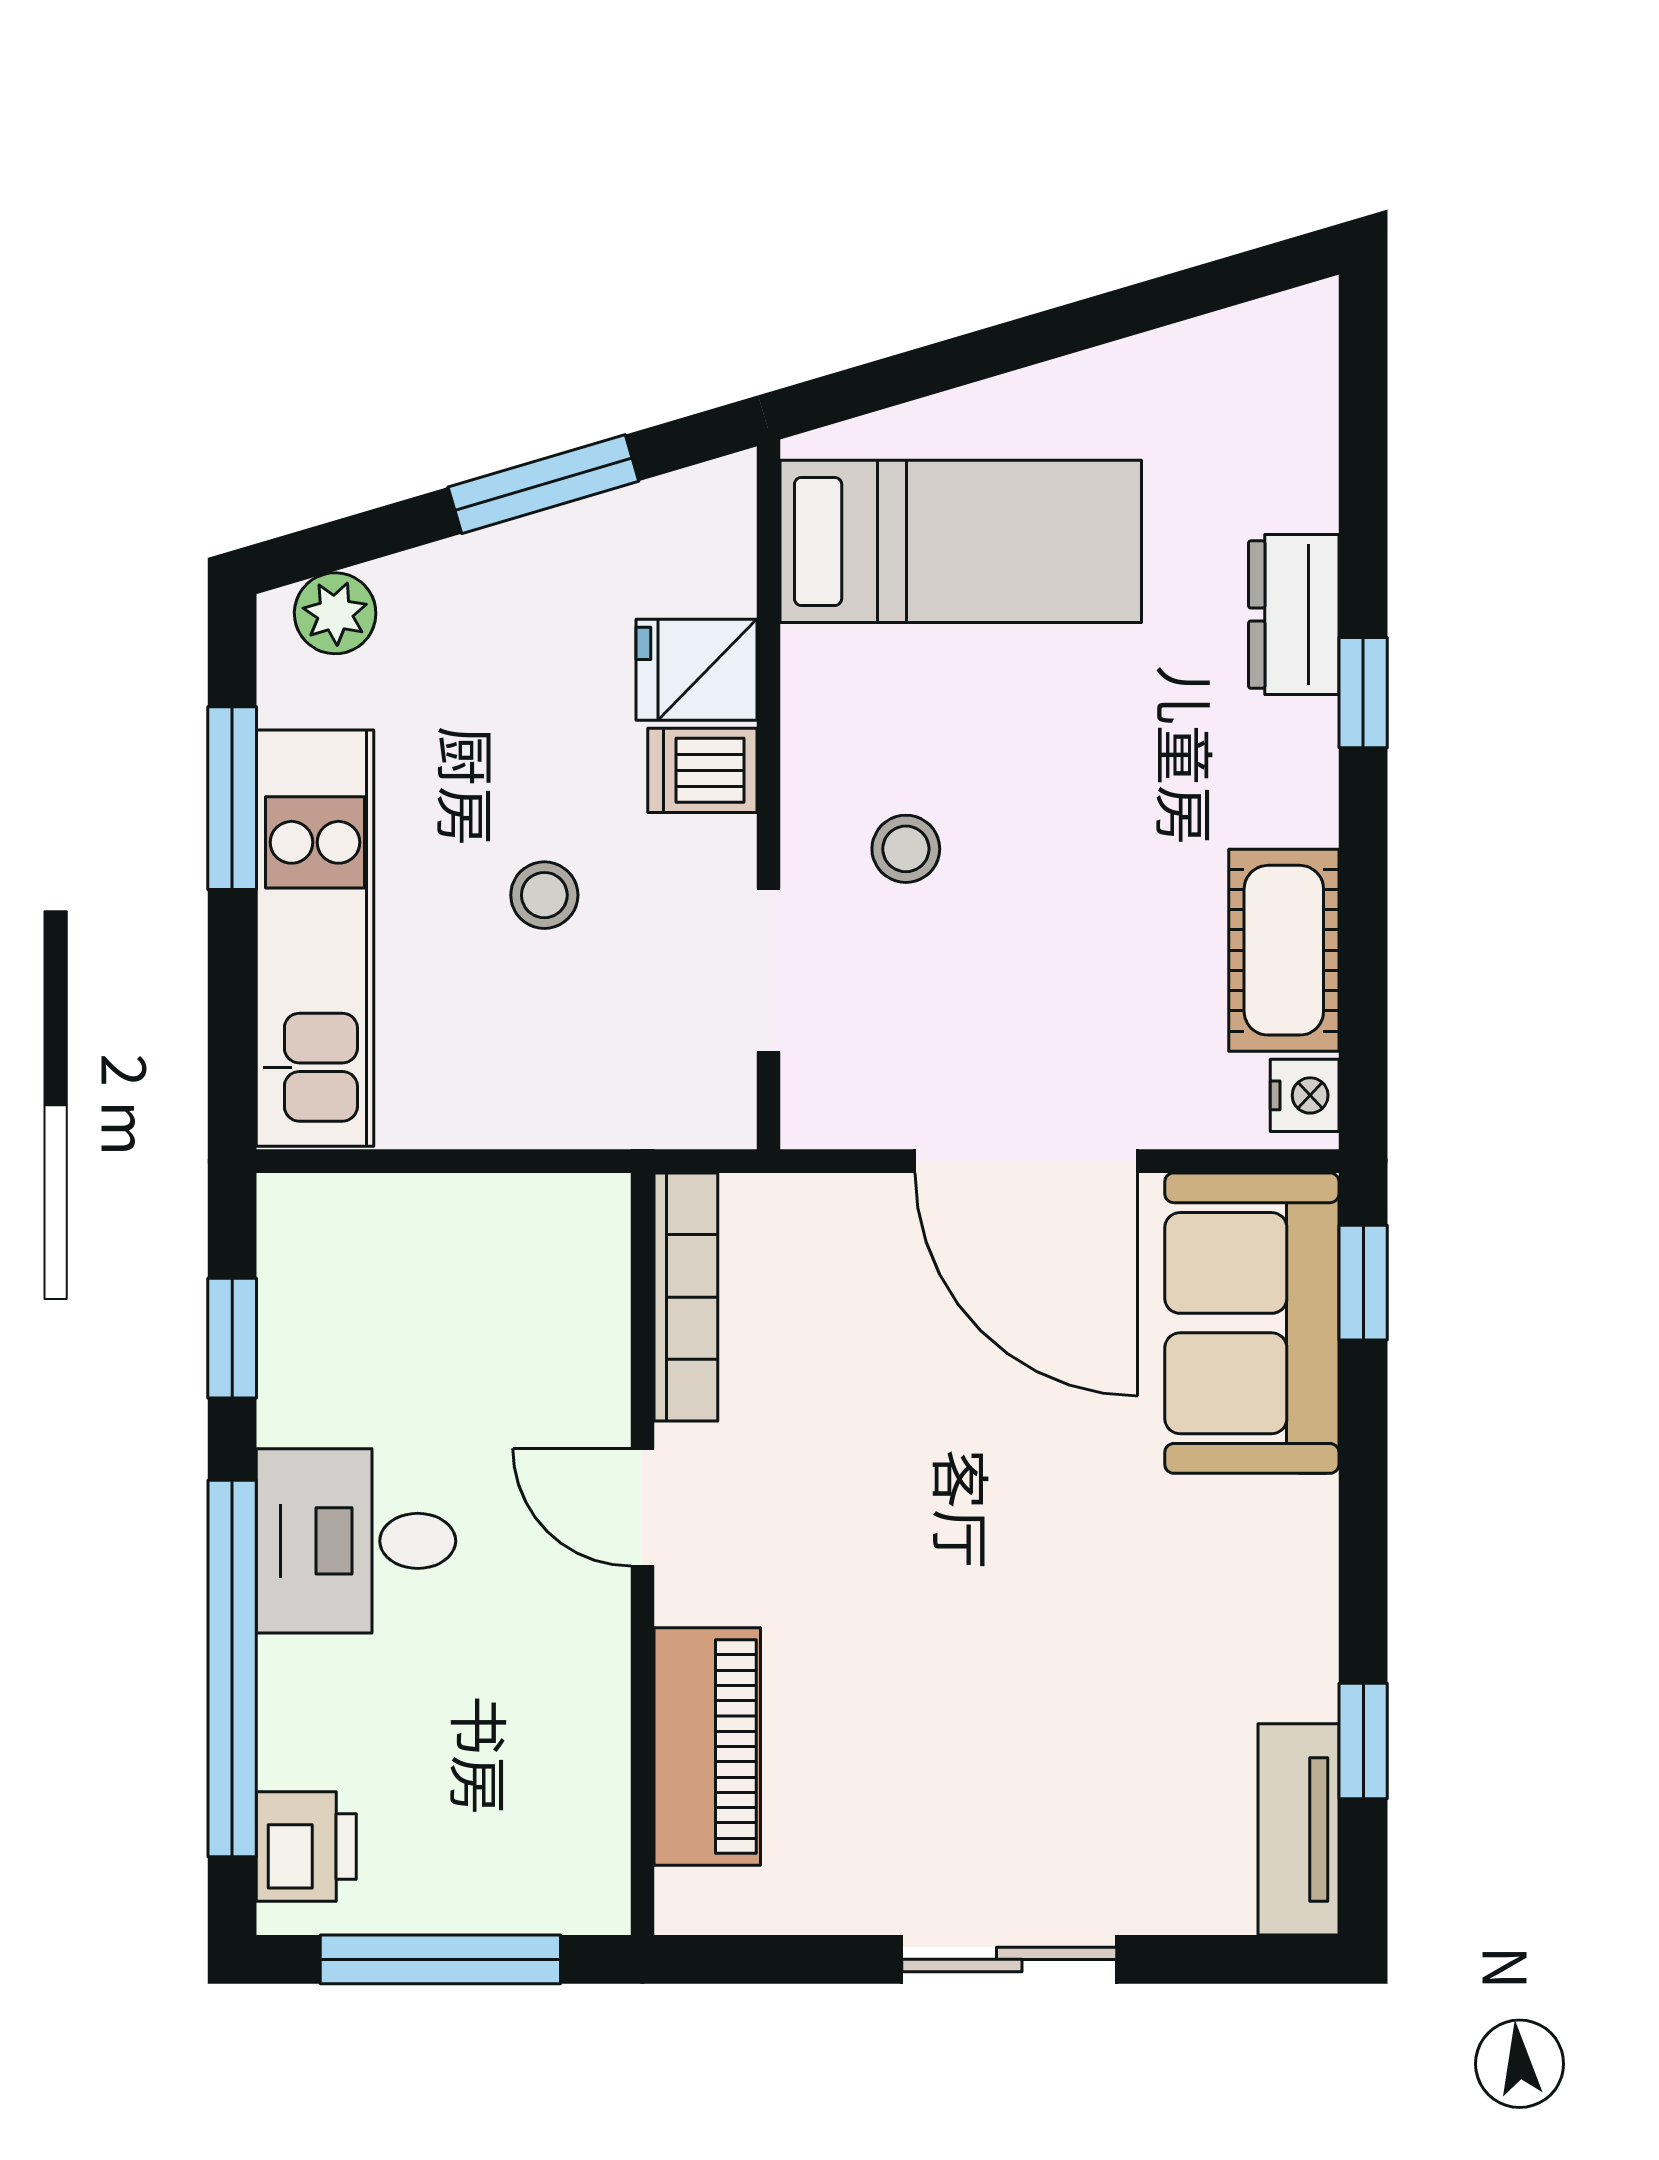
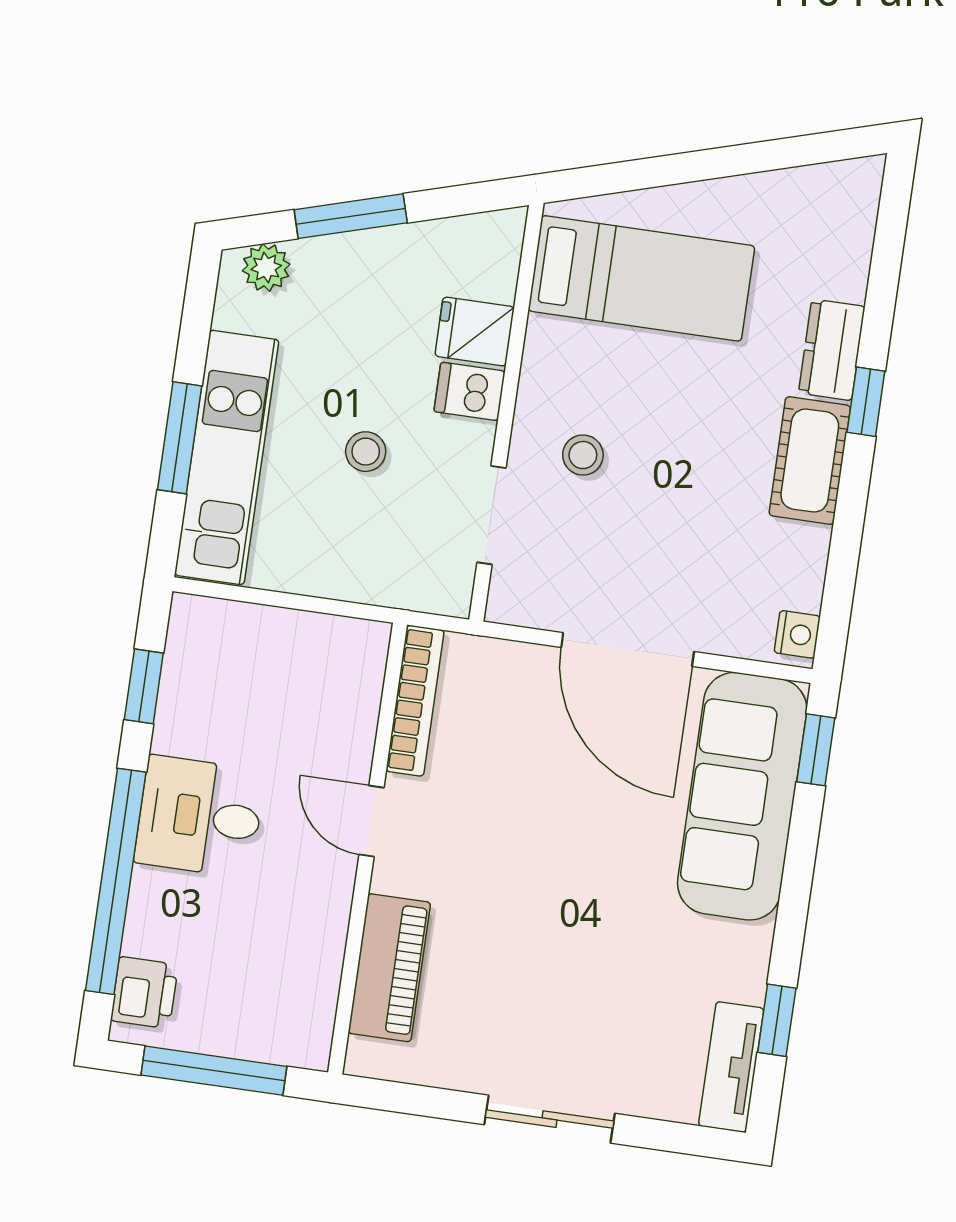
window: (543, 484) -> (351, 216), moved
window: (232, 798) -> (180, 438), moved
cot: (1284, 950) -> (810, 461), moved
sofa: (1252, 1323) -> (742, 796), width x1.36

